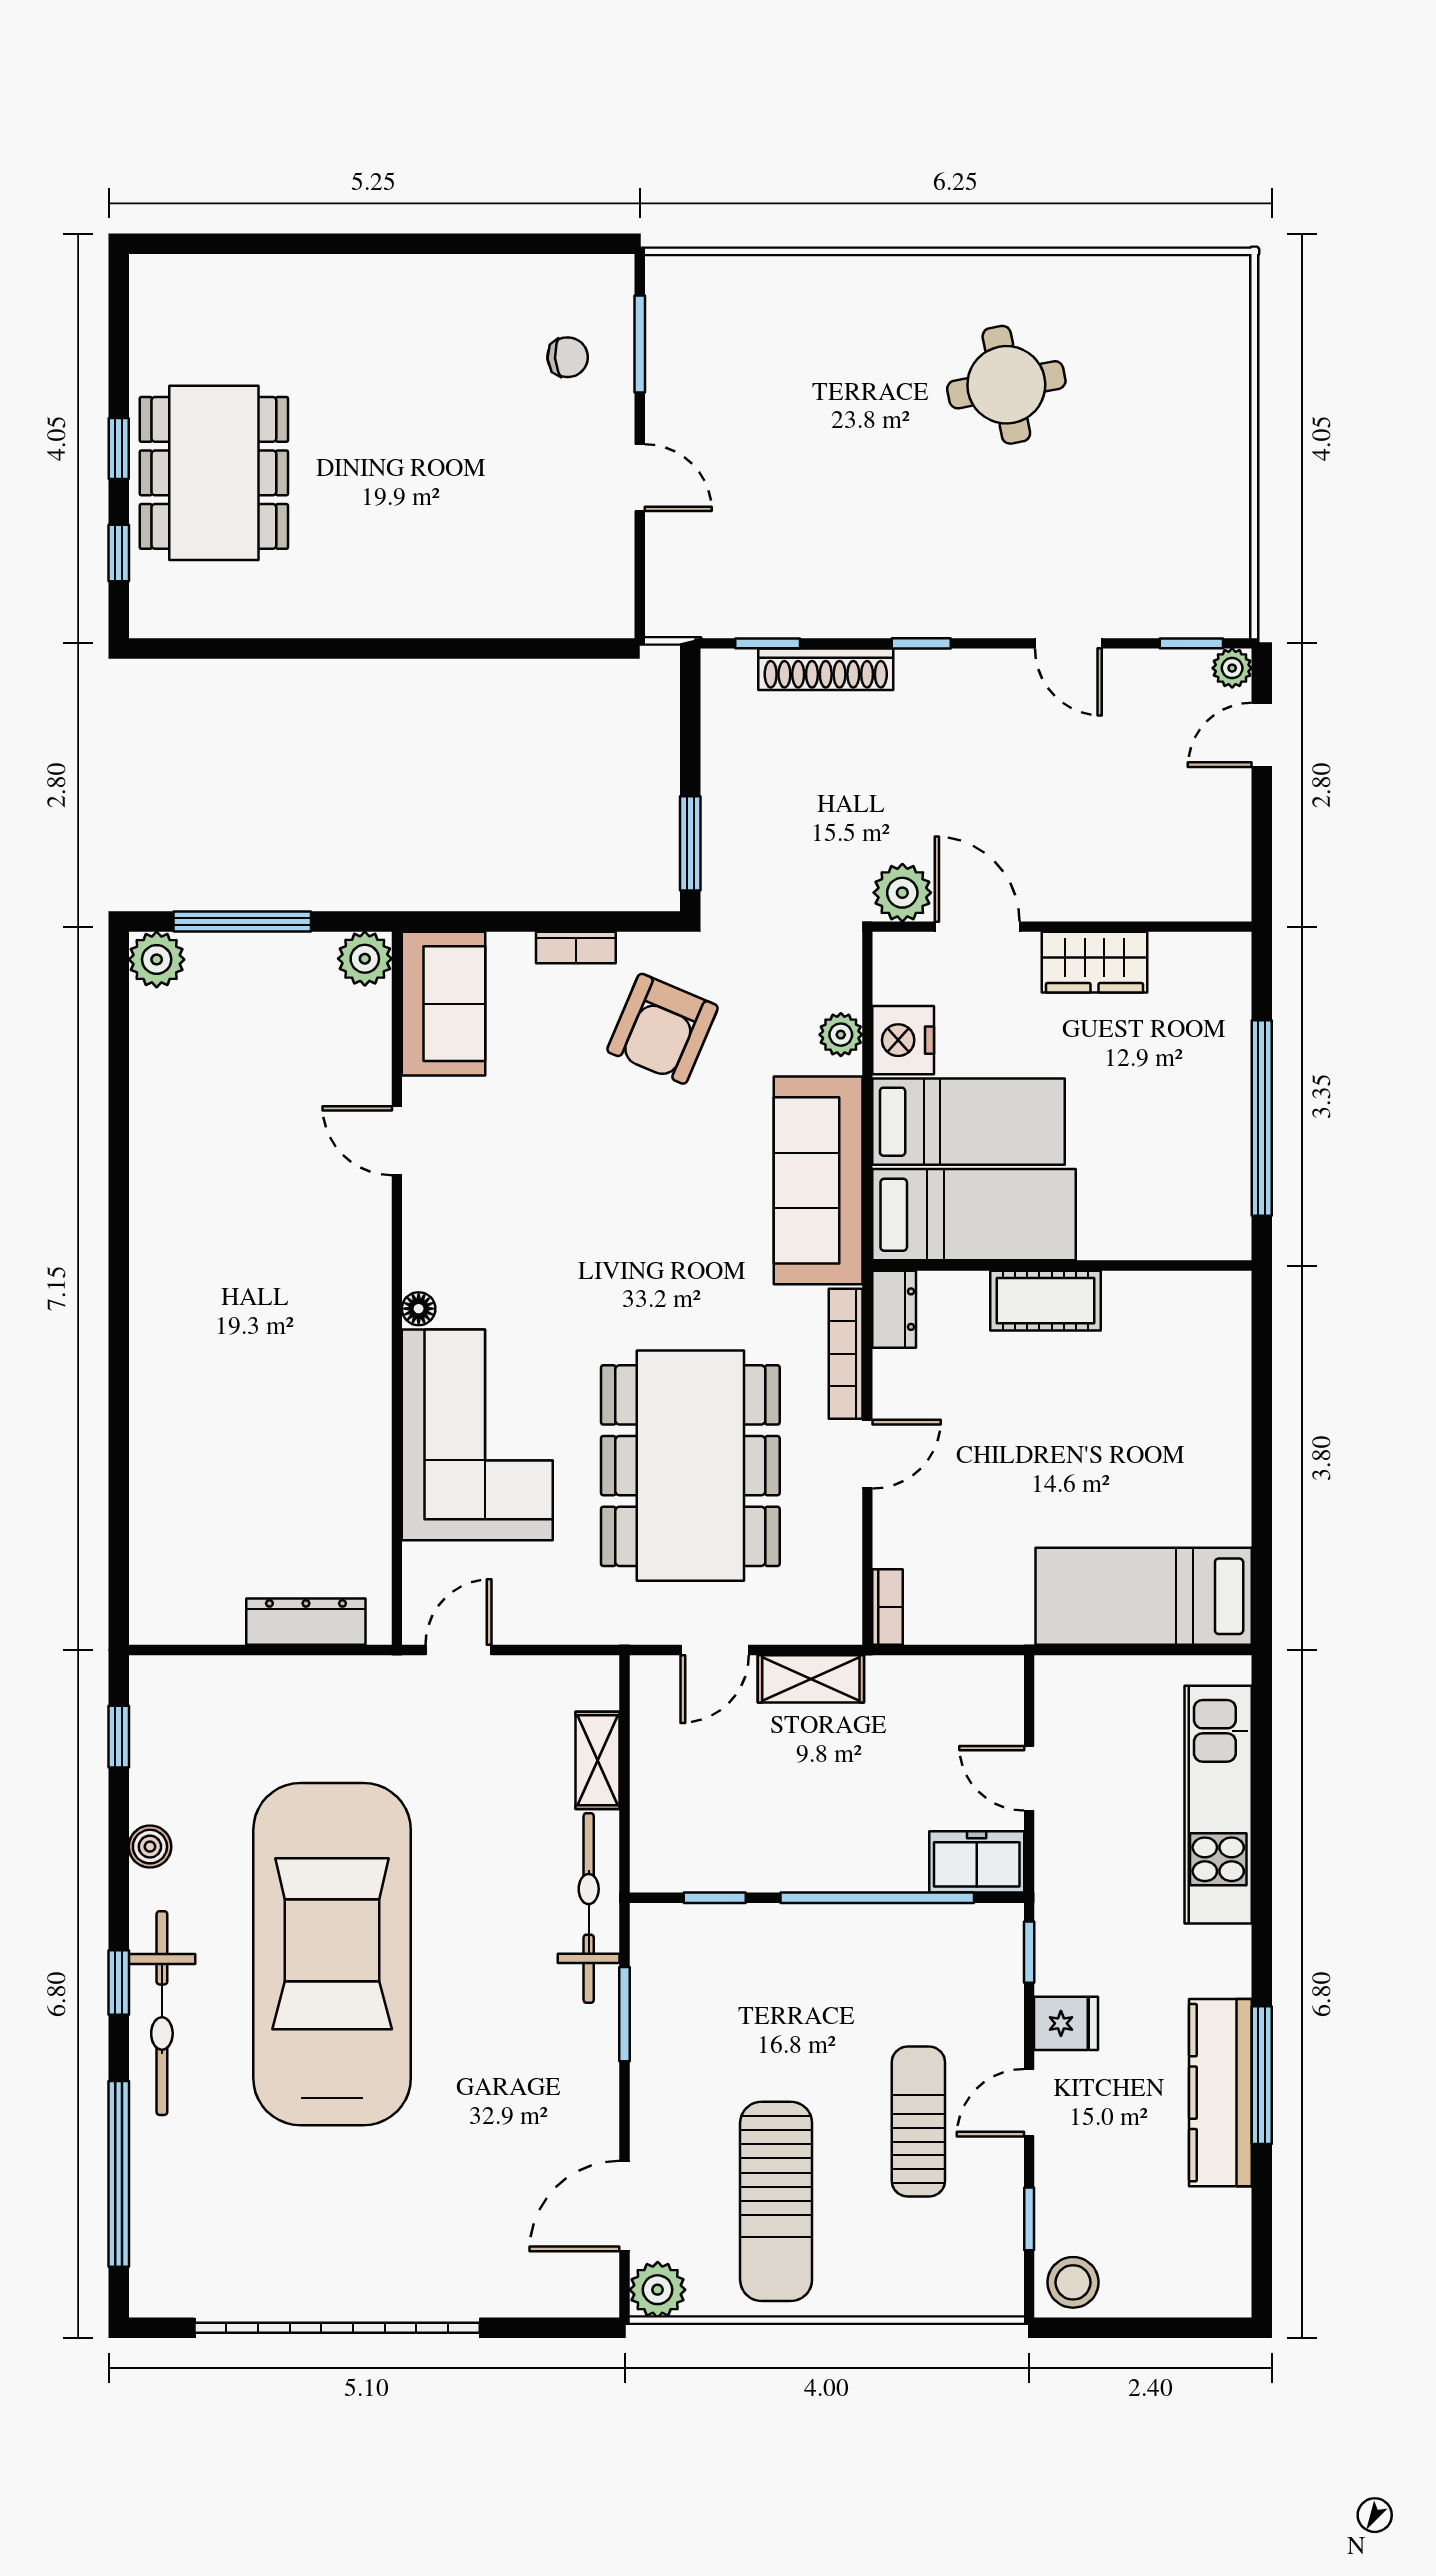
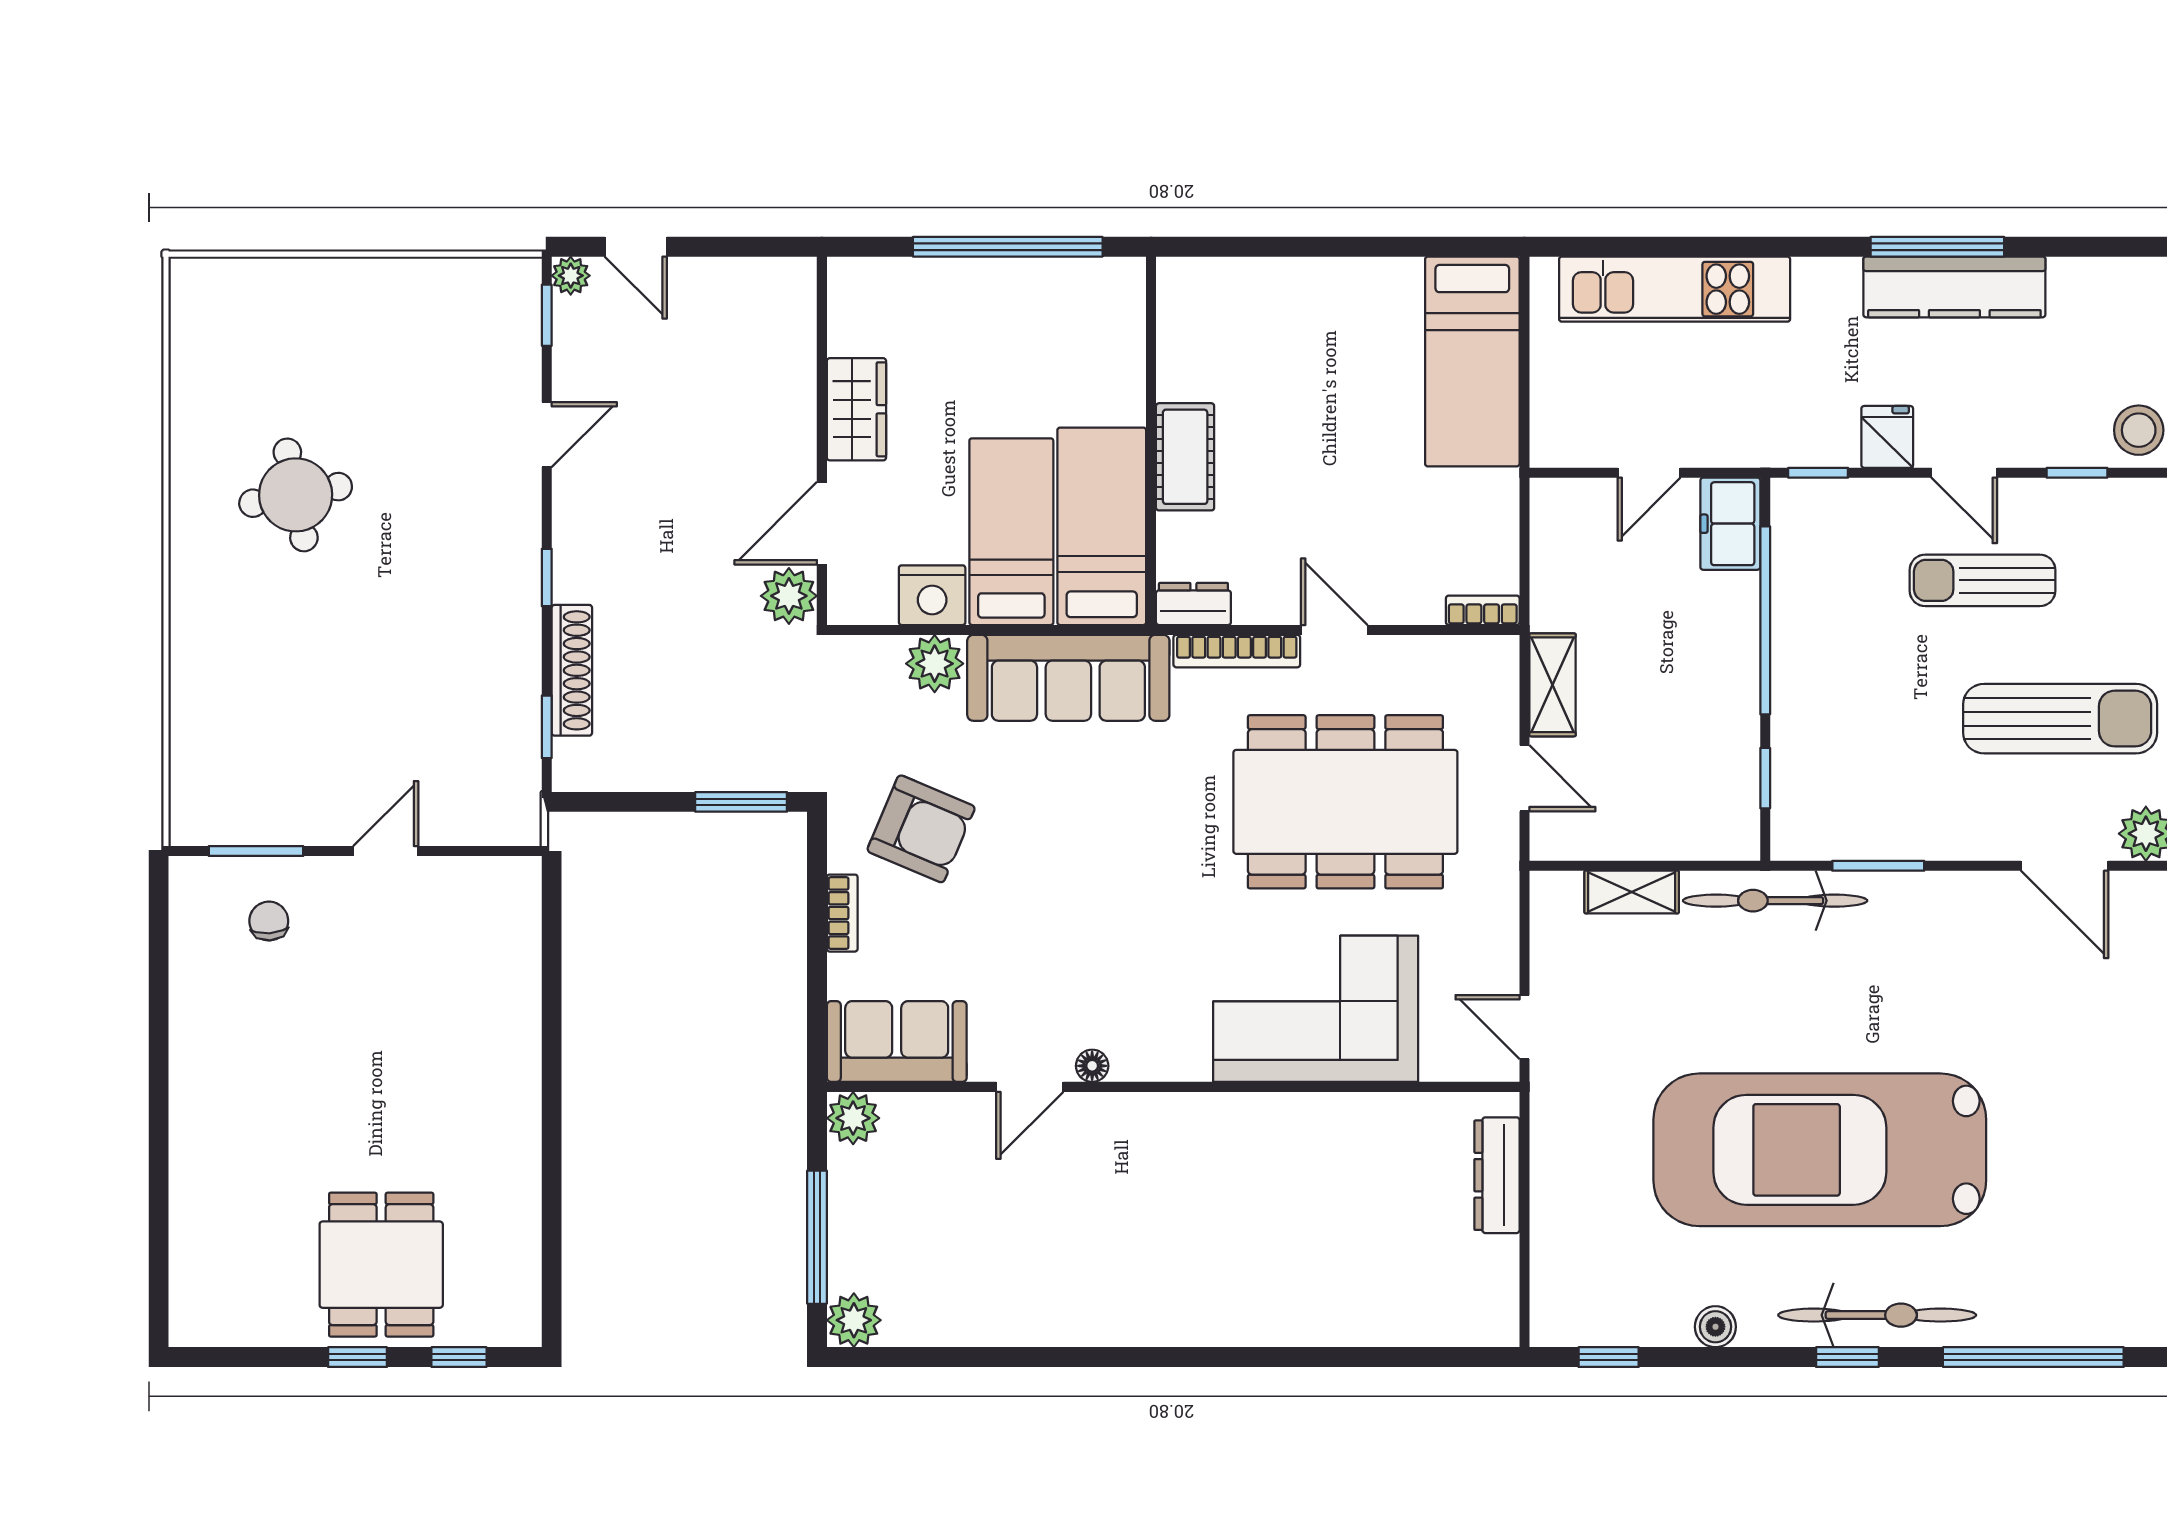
dining table: (214, 473) -> (381, 1265), width x0.73
plant: (841, 1035) -> (935, 664), width x1.38, depth x1.38
floor lamp: (419, 1309) -> (1092, 1066), moved

